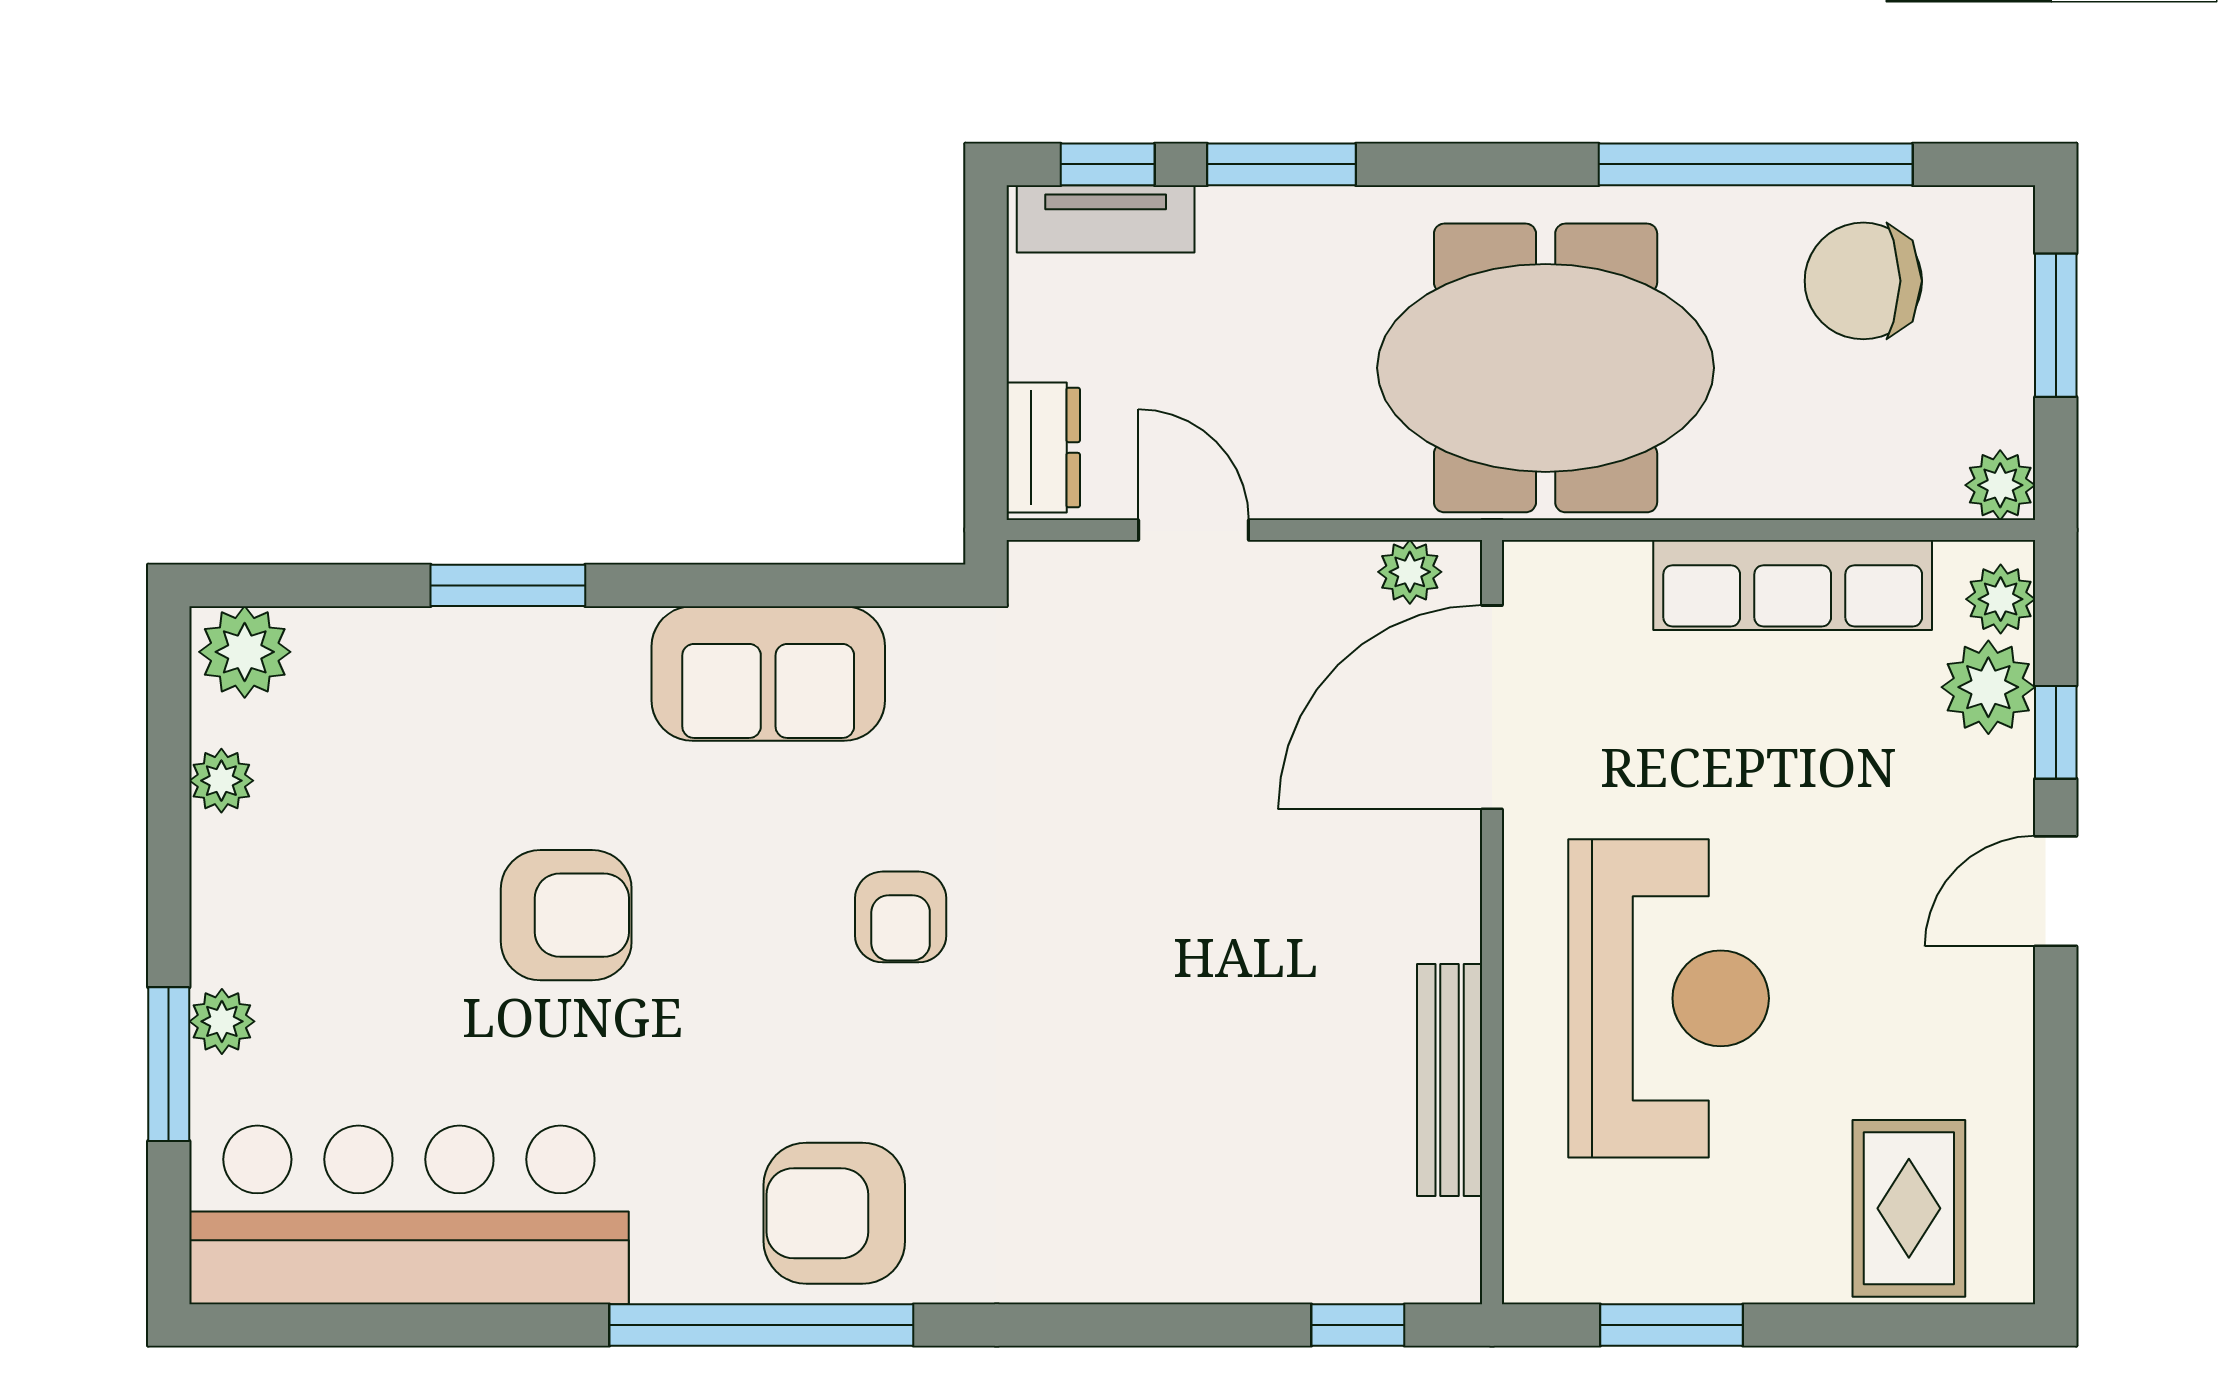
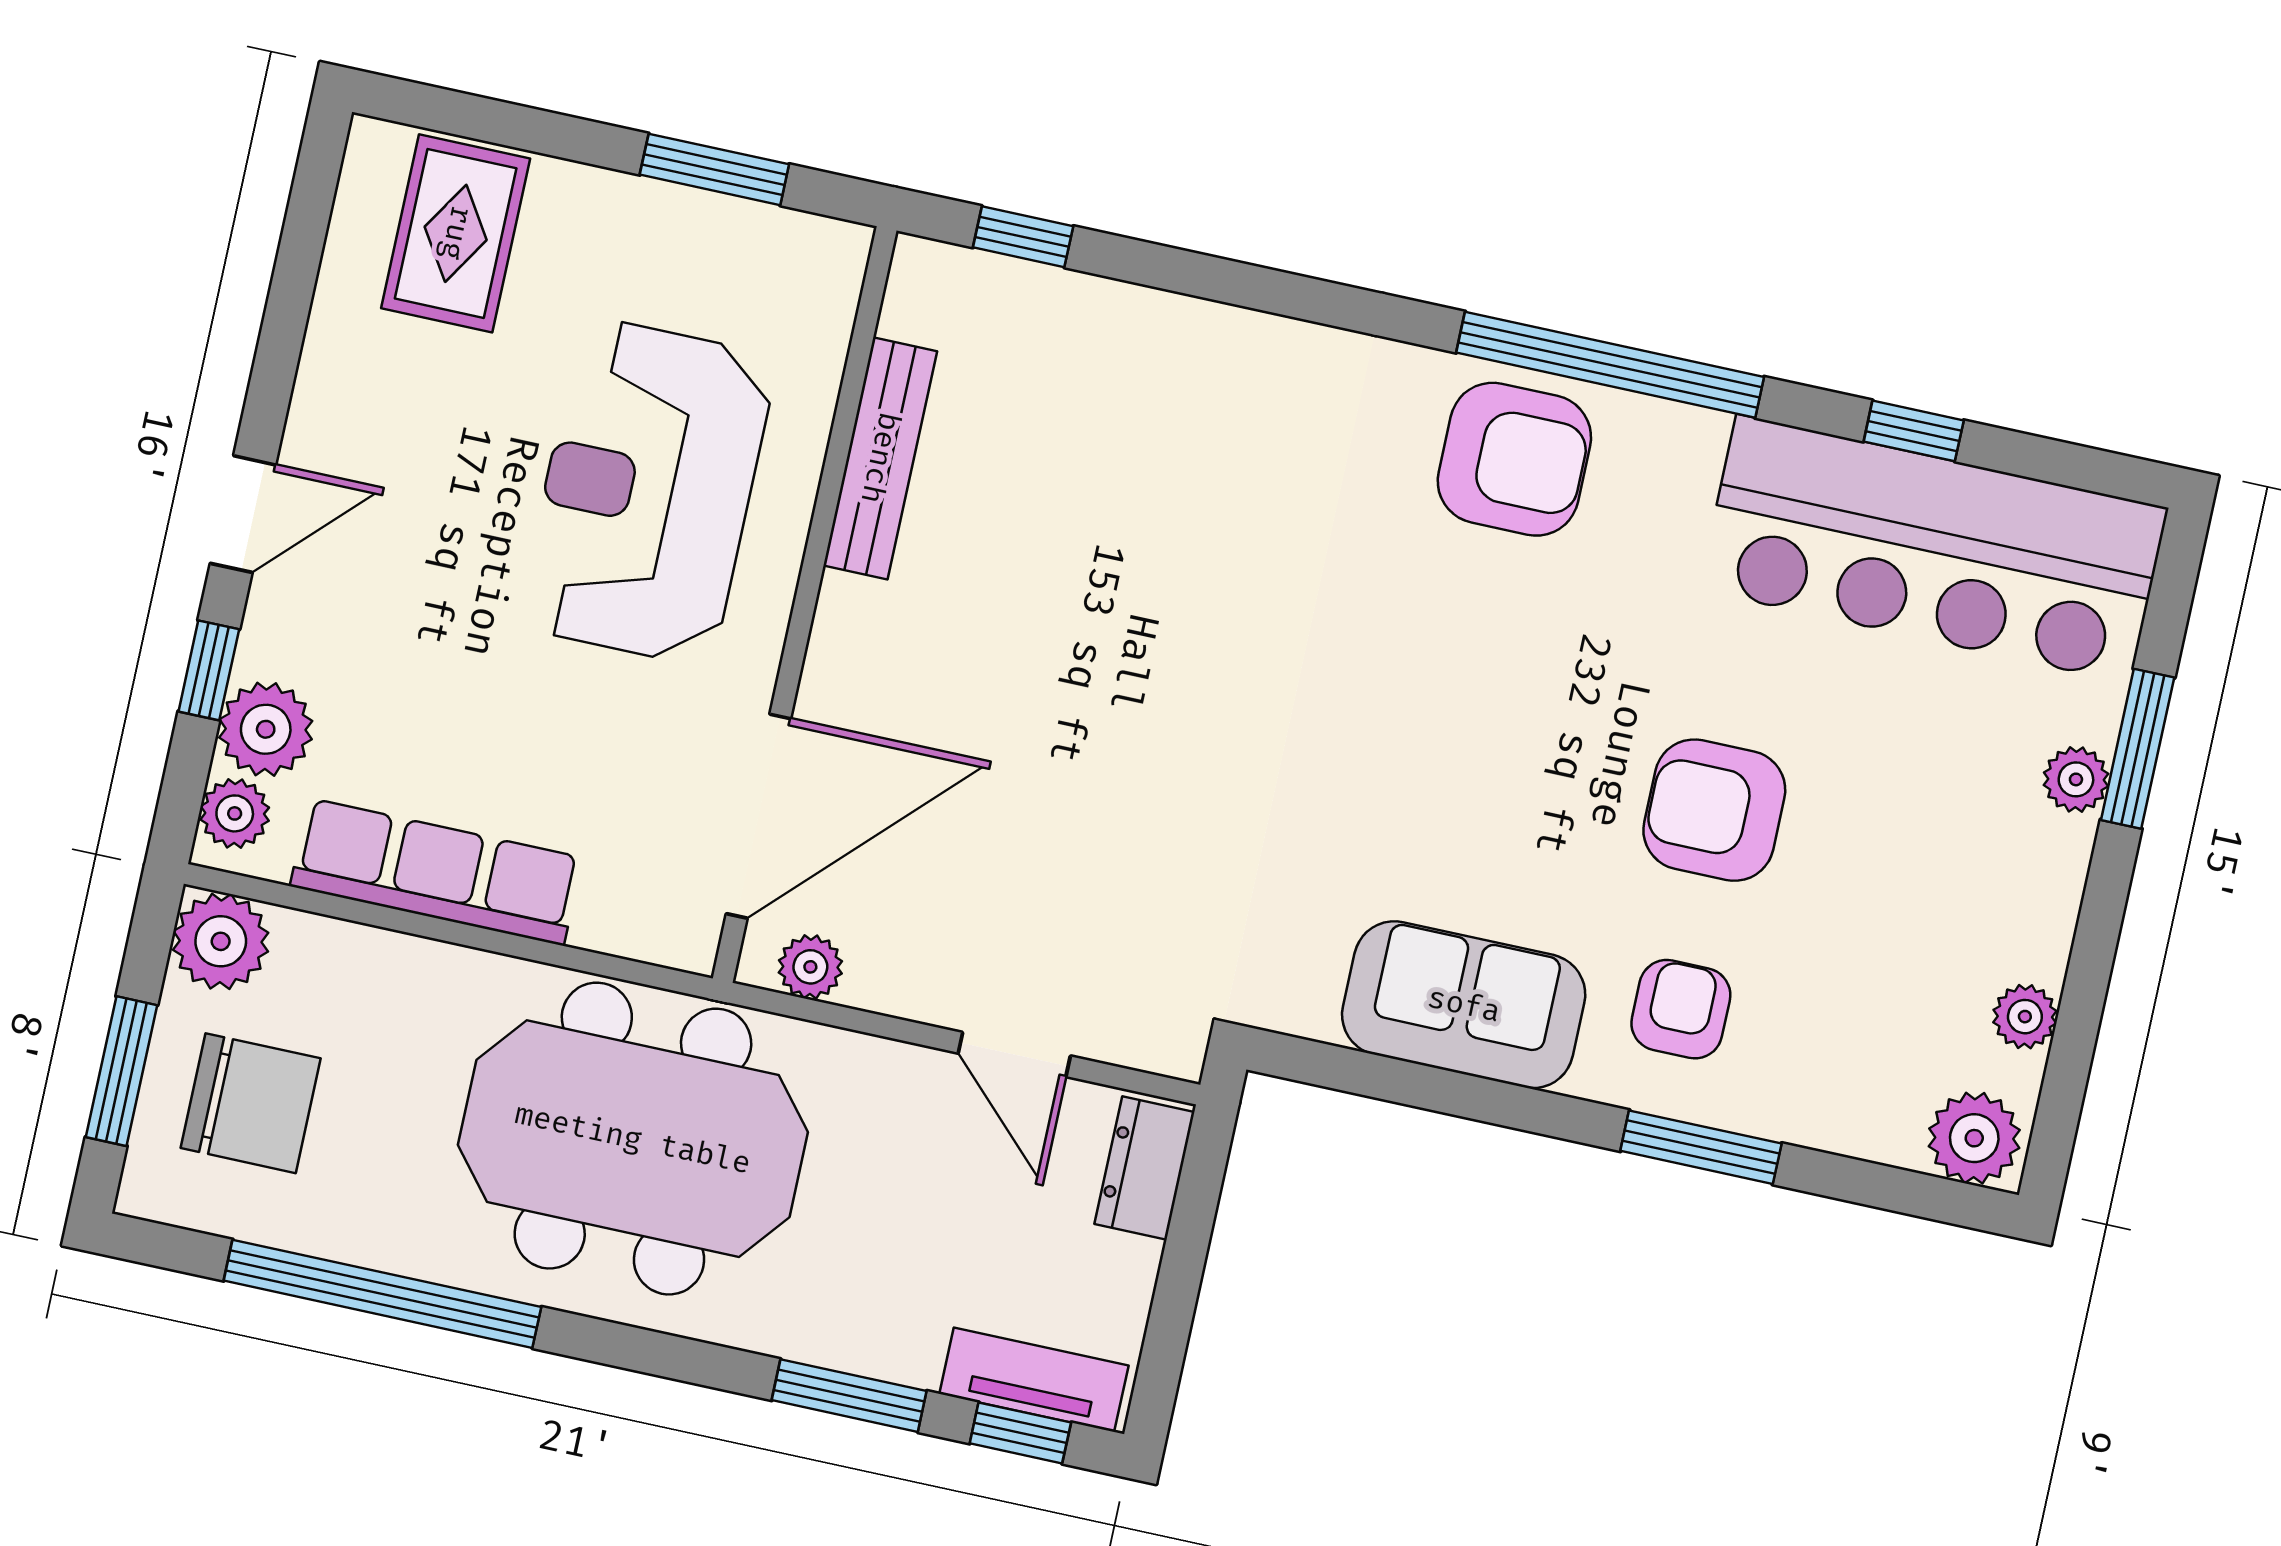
chair: (1863, 281) -> (251, 1103), moved
plant: (2000, 485) -> (221, 941), width x1.38, depth x1.38
armchair: (901, 917) -> (1681, 1009), moved
window: (453, 1325) -> (1914, 431), added

